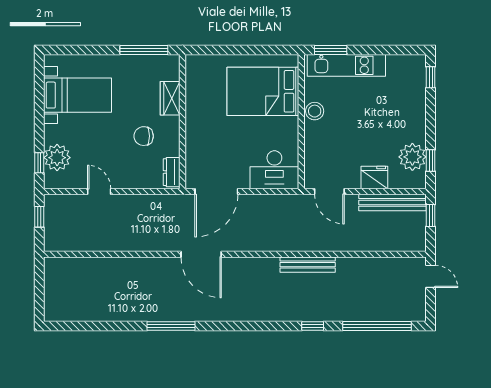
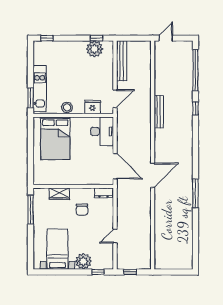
plant: (57, 158) -> (83, 261), moved
fridge: (374, 177) -> (93, 107), moved, turned 90
window: (431, 216) -> (129, 38), removed

